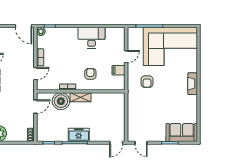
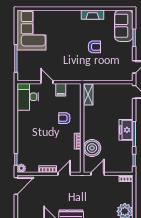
desk: (92, 38) -> (28, 97), moved
corner sofa: (170, 46) -> (31, 30), width x0.73, depth x0.74
door: (35, 74) -> (64, 174), hinge flipped
armchair: (147, 82) -> (94, 47), moved
fireplace: (193, 84) -> (93, 15), moved
shelving: (81, 97) -> (88, 95), moved
door: (35, 107) -> (98, 174), hinge flipped

